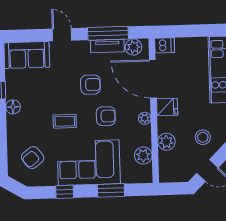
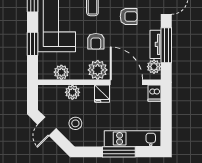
door: (153, 79) -> (126, 82), hinge flipped
armchair: (90, 85) -> (129, 16), moved, turned -90
plant: (145, 118) -> (98, 70), width x1.88, depth x1.88

